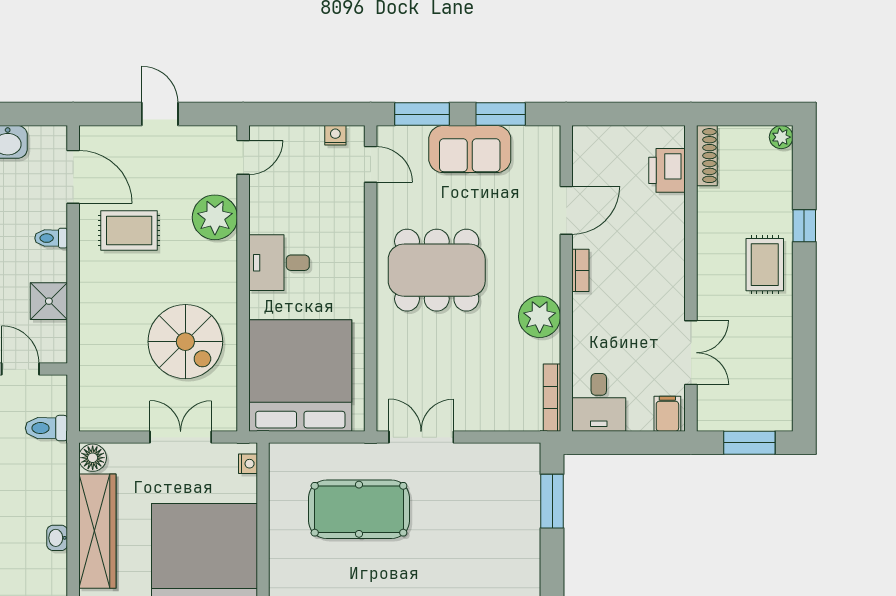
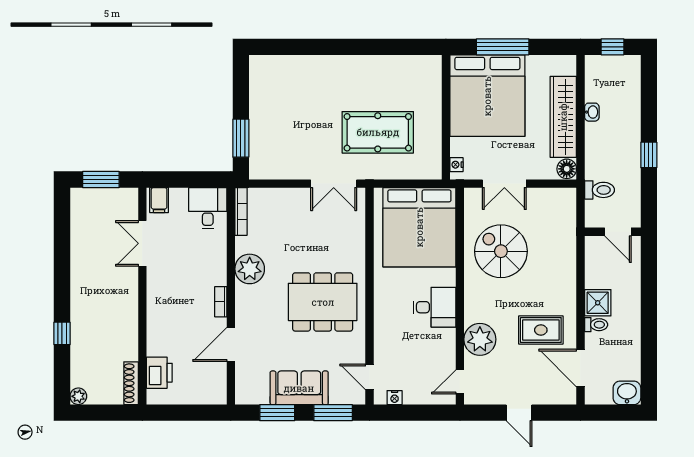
rug: (765, 265) -> (90, 306), removed
shower: (49, 301) -> (598, 303), moved

